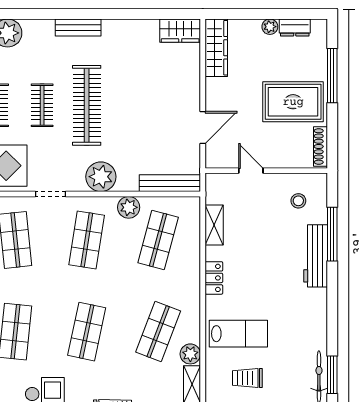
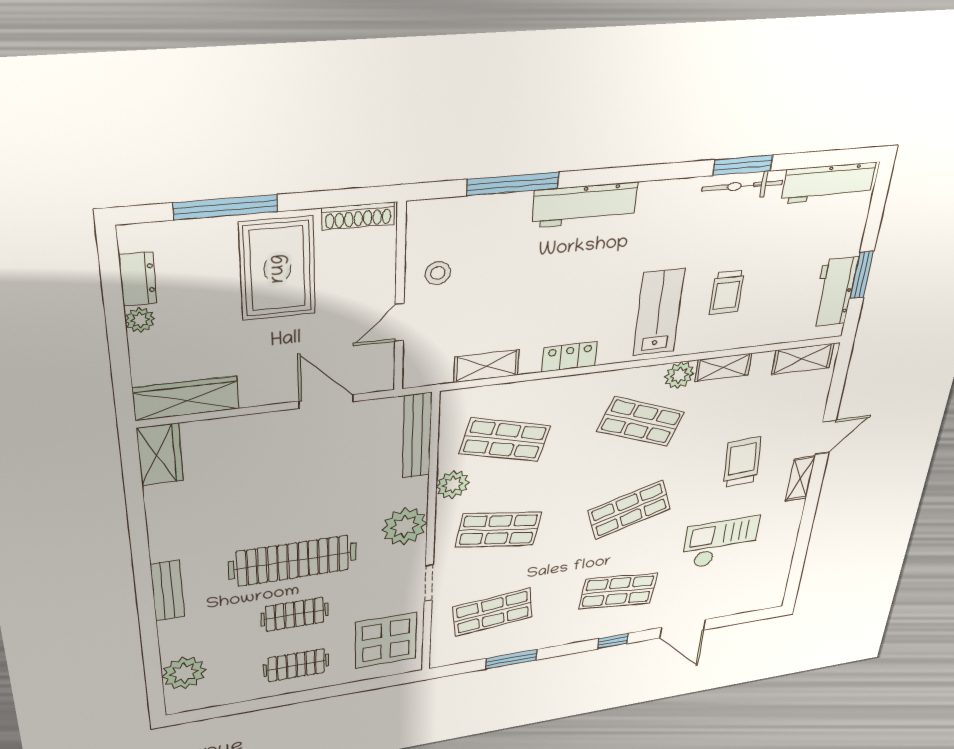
stool: (298, 201) -> (438, 273), moved
workbench: (316, 256) -> (585, 205), moved
shop shelf: (87, 332) -> (629, 510), turned -30

